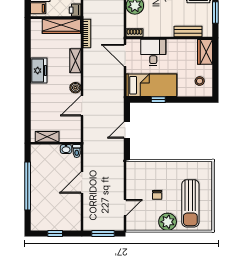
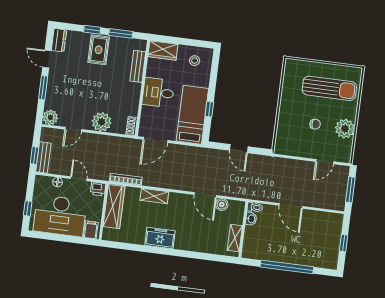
desk: (153, 52) -> (158, 93), moved
boiler: (75, 88) -> (222, 204), moved
door: (125, 208) -> (325, 162), swing flipped
plant: (168, 222) -> (345, 129), moved

